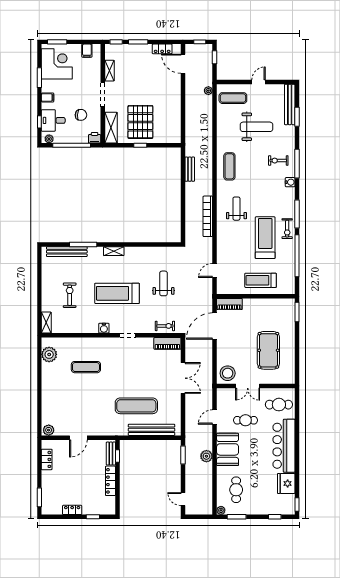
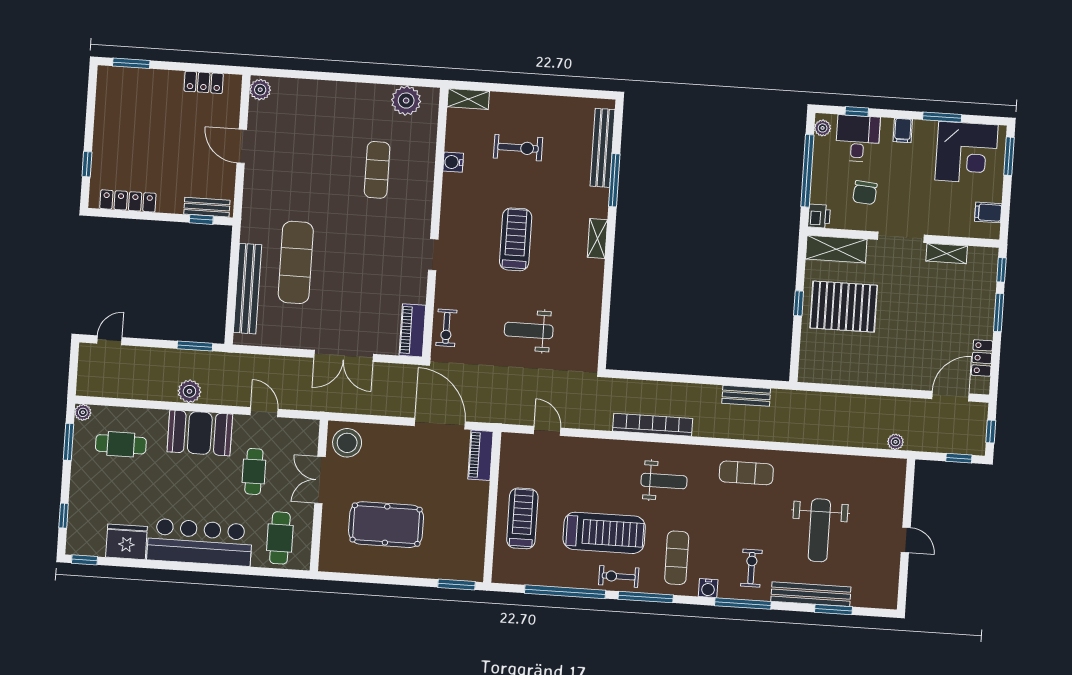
exercise mat: (233, 98) -> (677, 558), moved
bench: (290, 104) -> (811, 594), moved
weight bench: (163, 283) -> (529, 330), turned 180
treadmill: (117, 293) -> (516, 239), width x0.73, depth x0.73
water cooler: (104, 328) -> (453, 162), moved
locker: (110, 481) -> (128, 201), moved
locker: (72, 510) -> (103, 125), removed

